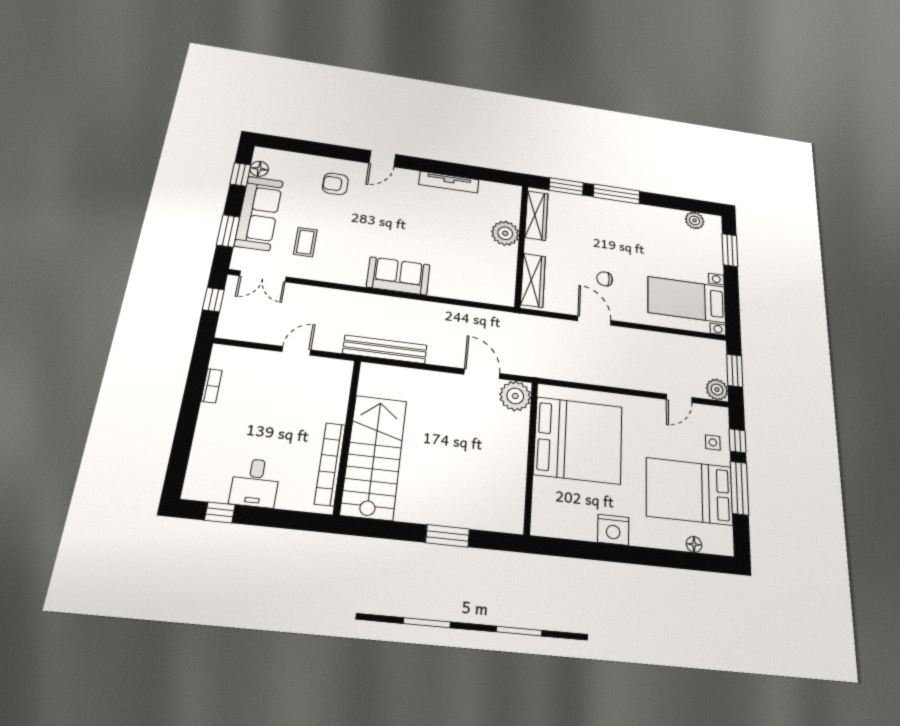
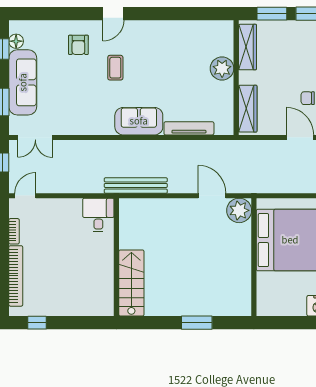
tv unit: (449, 182) -> (189, 128), moved, turned 180
armchair: (335, 184) -> (78, 45), turned -90
coffee table: (305, 242) -> (115, 68), moved
door: (296, 351) -> (25, 196), moved
stairs: (374, 457) -> (131, 283), width x0.73, depth x0.66
bookcase: (330, 464) -> (16, 276), moved, turned 180
desk: (255, 483) -> (98, 215), moved, turned 180

